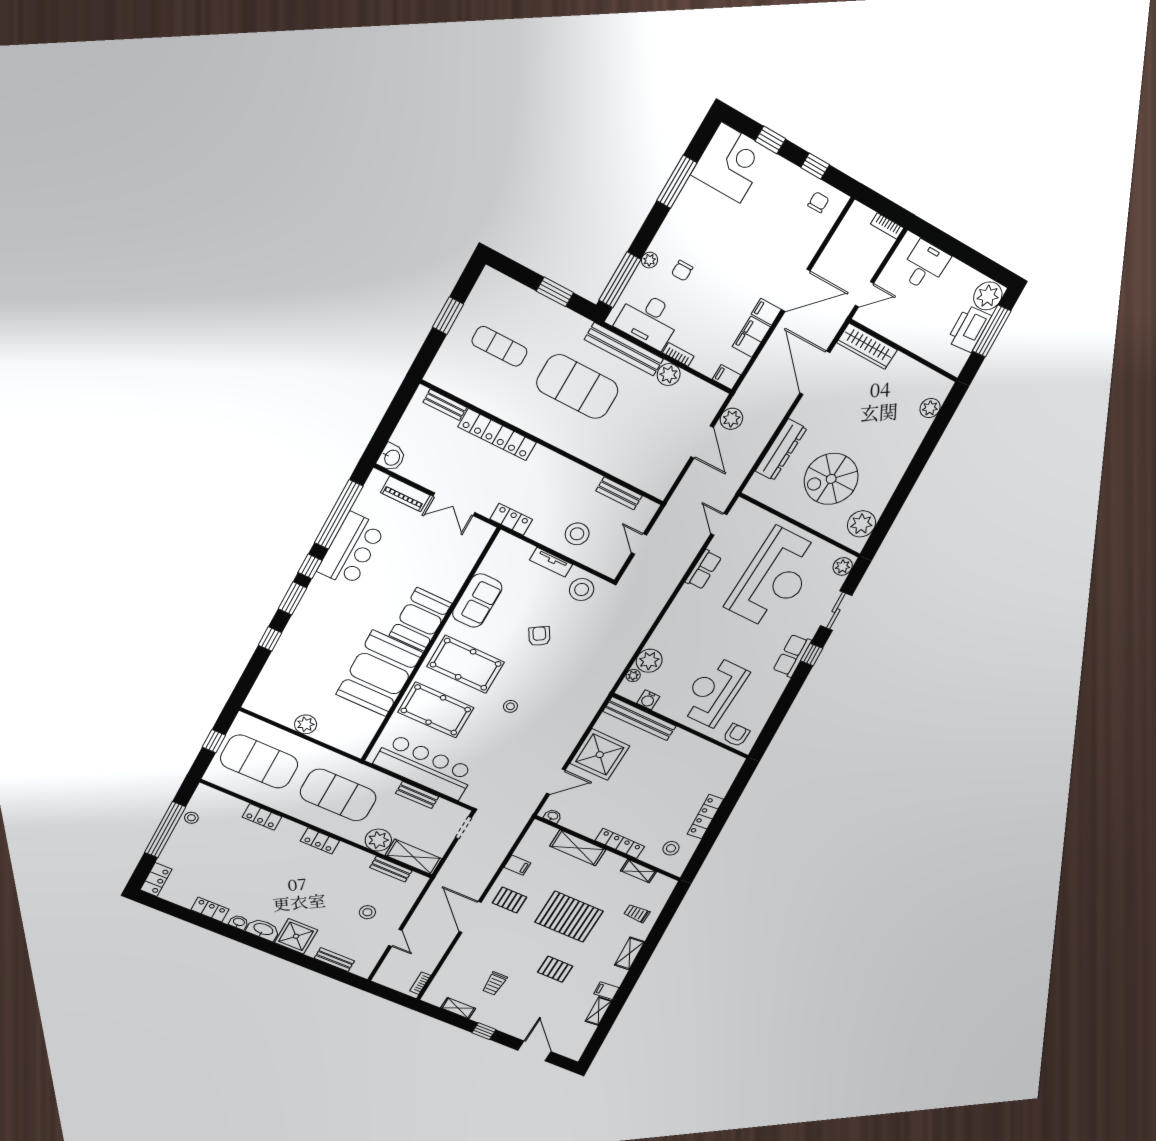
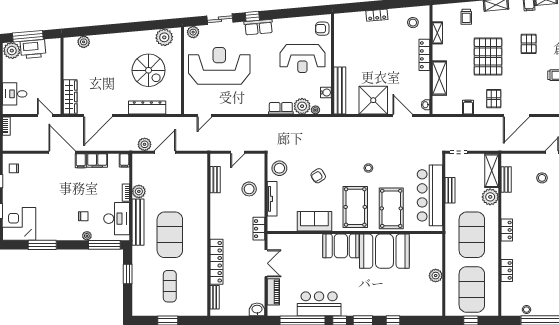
tv unit: (551, 562) -> (272, 199), width x1.41
row of seats: (703, 570) -> (281, 108), moved
locker: (705, 817) -> (377, 15), width x0.66

